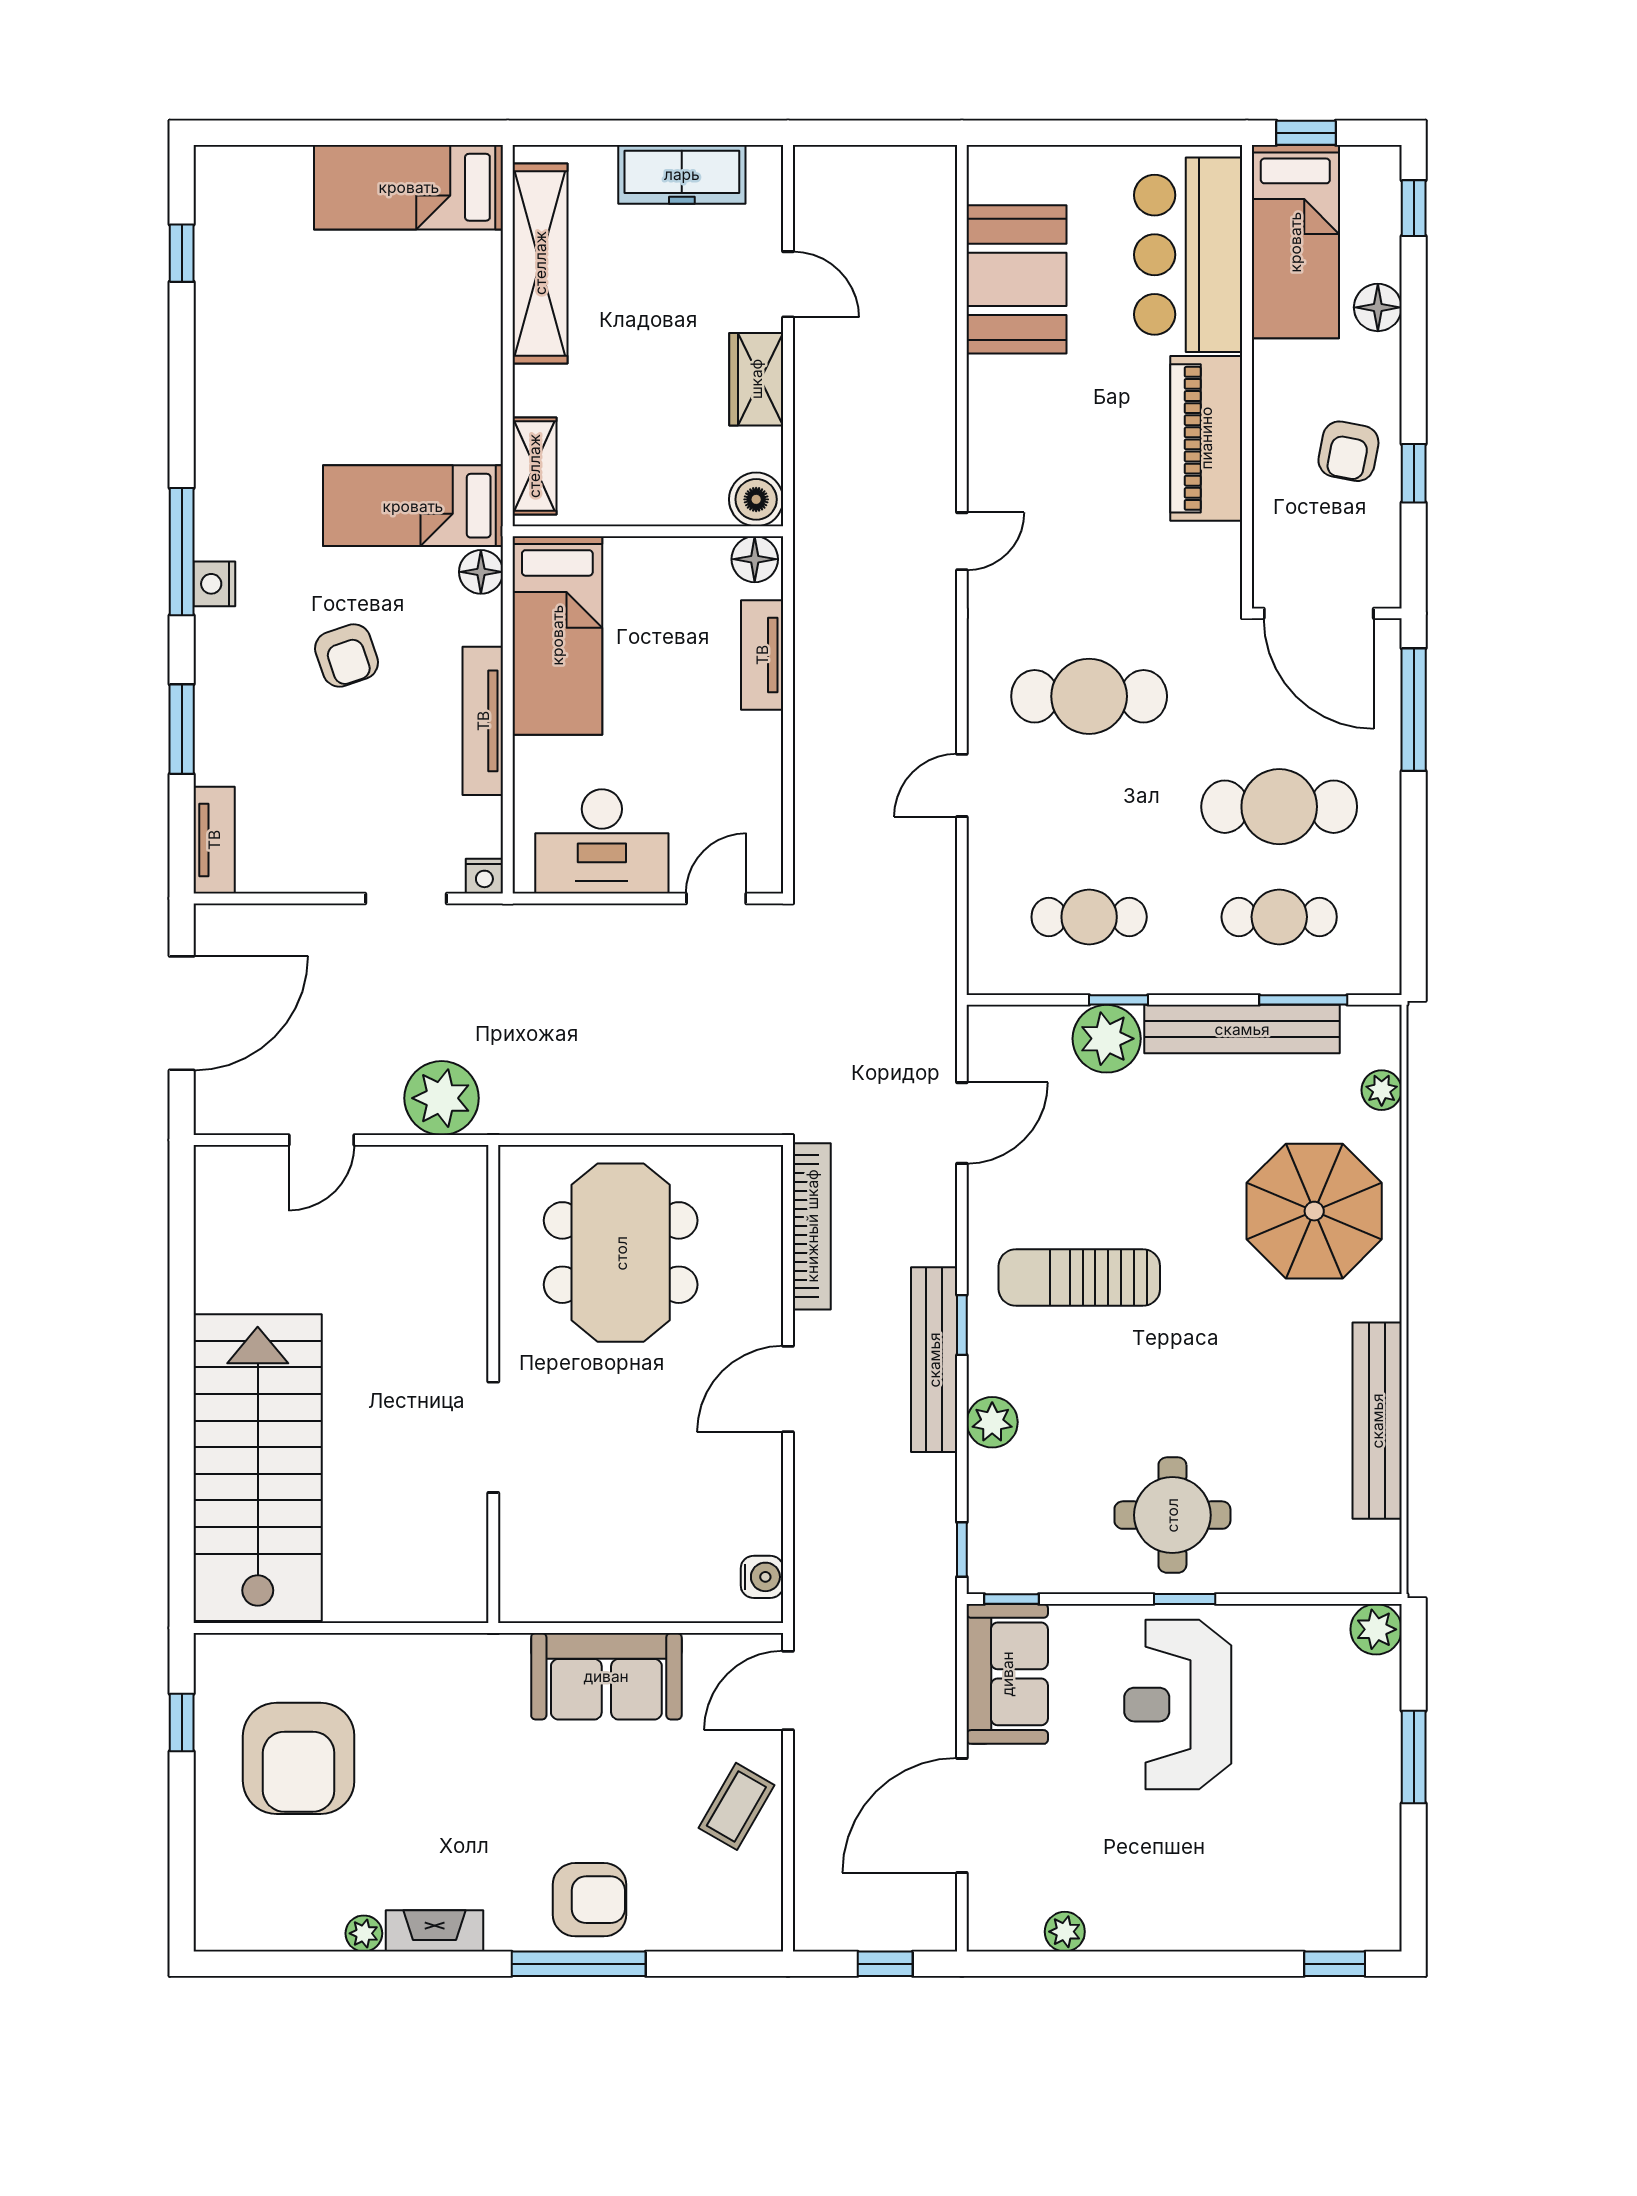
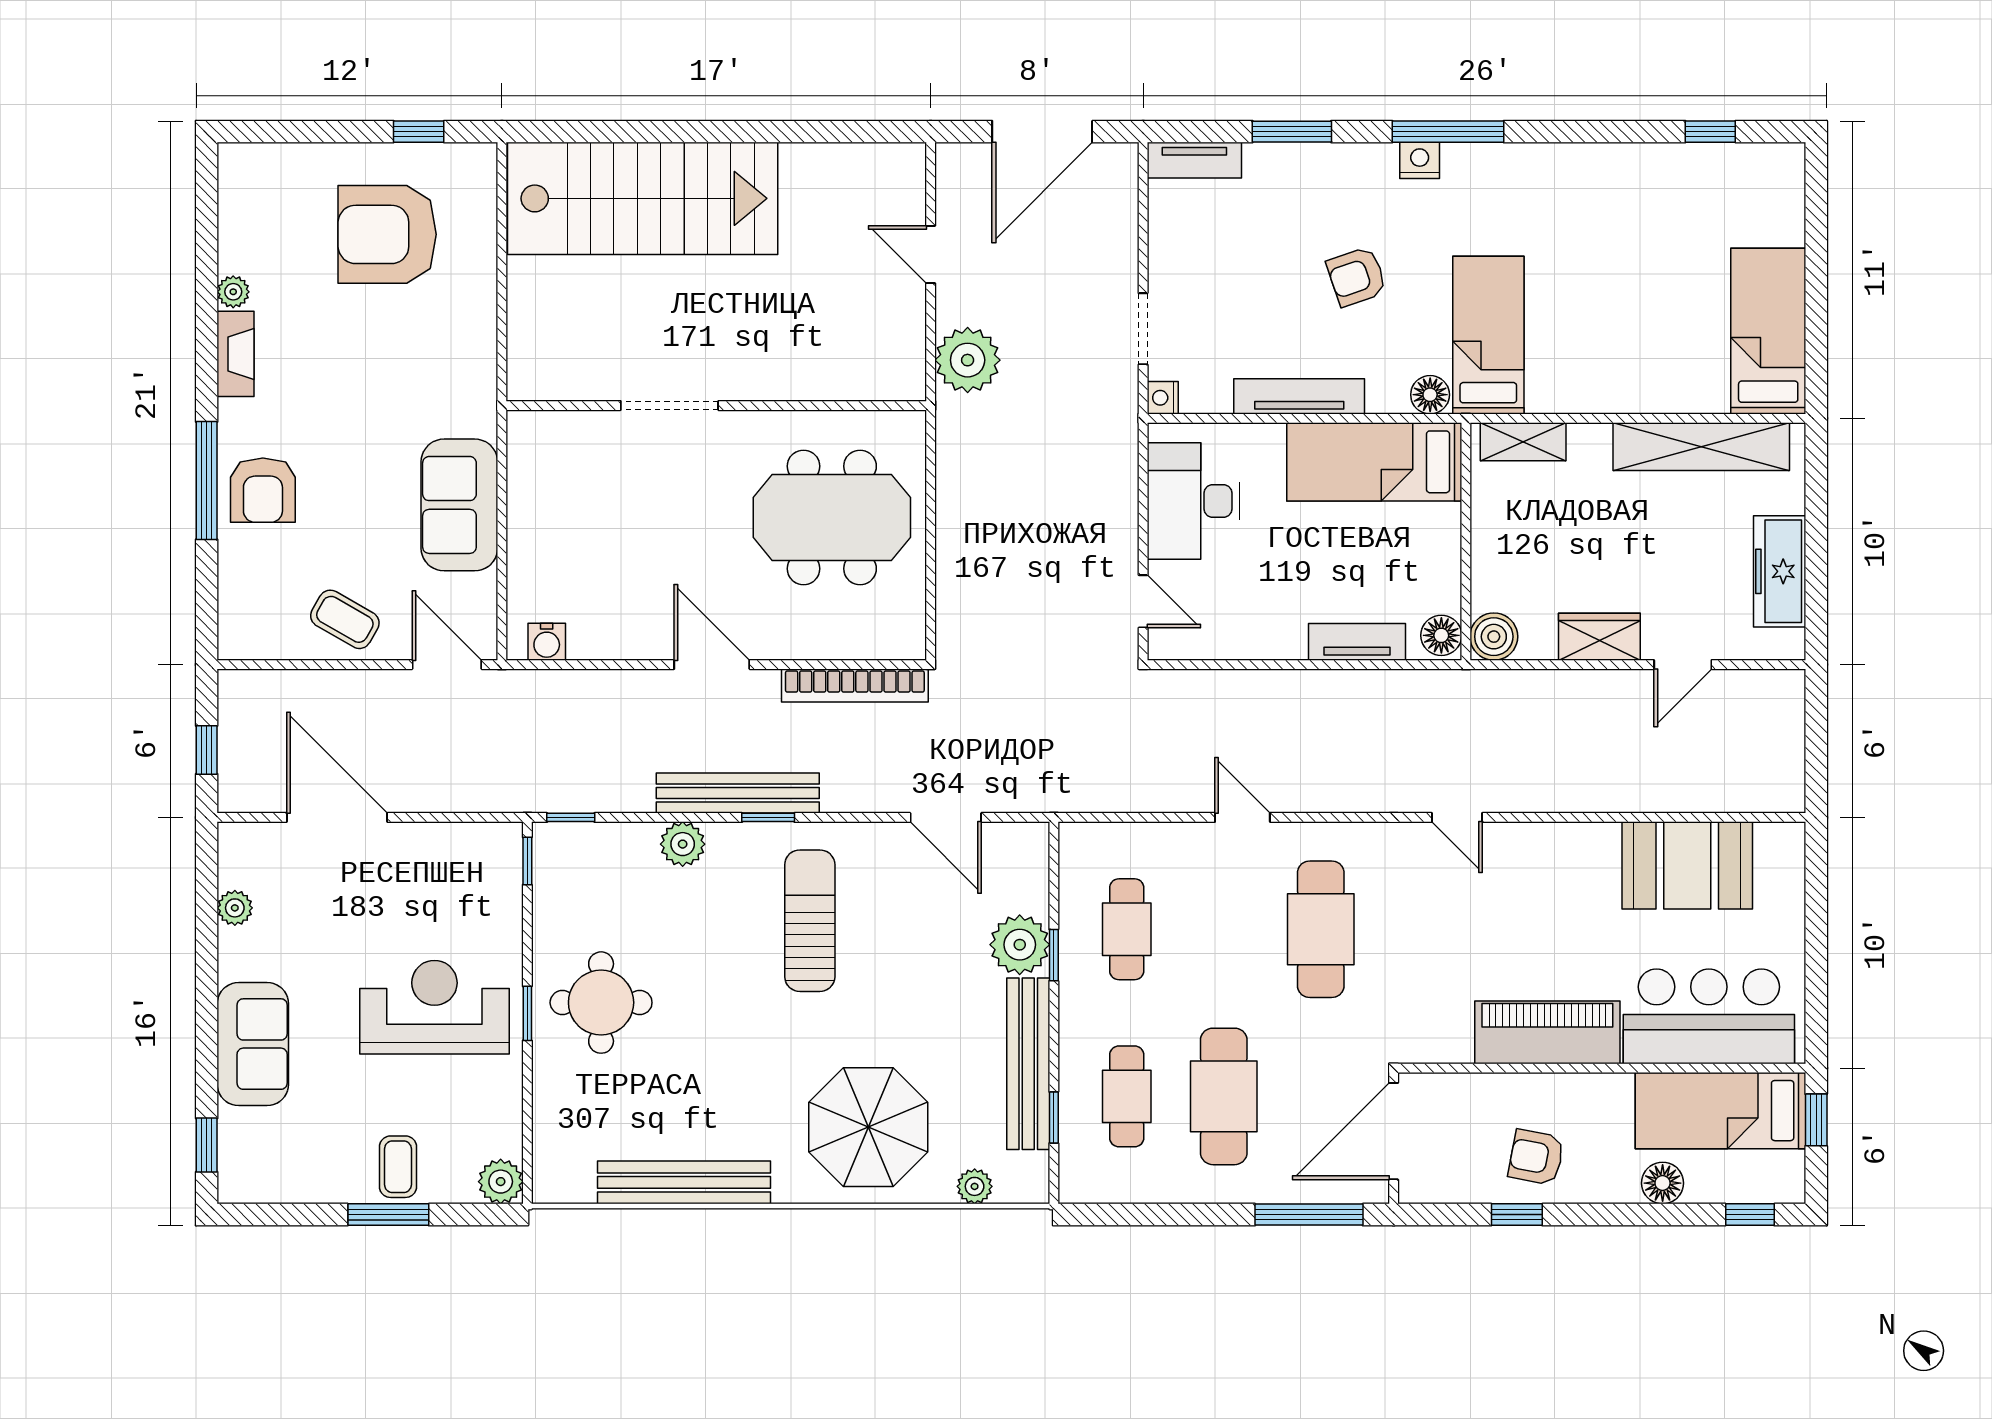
window: (1303, 1000) -> (1054, 1118), width x0.67
door: (182, 1013) -> (1042, 132), hinge flipped
sofa: (1007, 1674) -> (253, 1044), moved, turned -90
coffee table: (1359, 1746) -> (398, 1167), added

